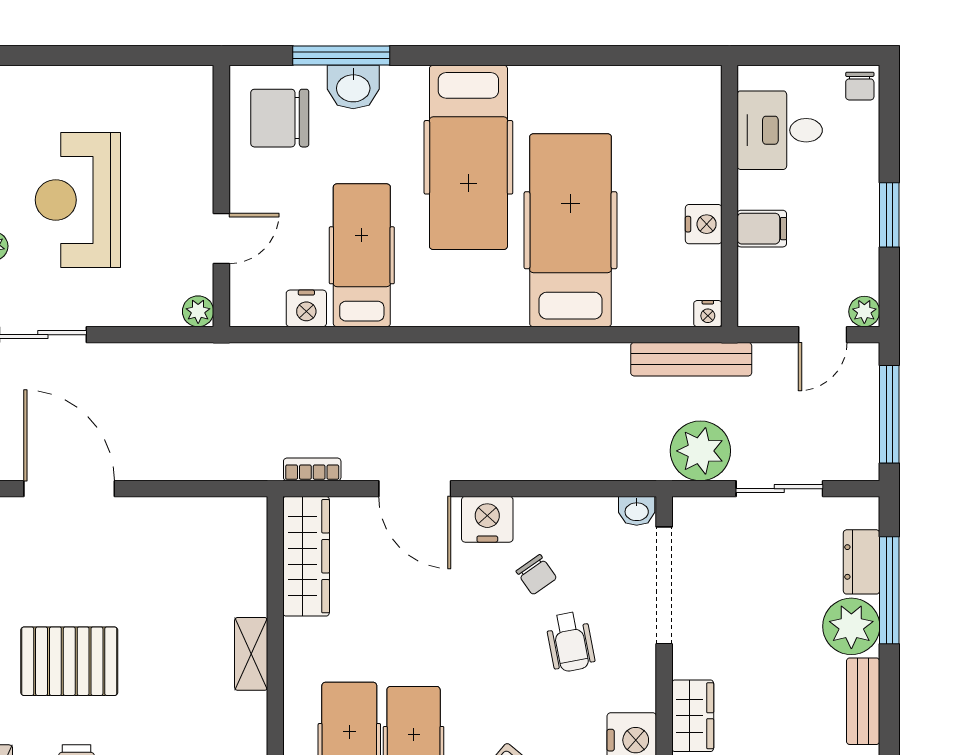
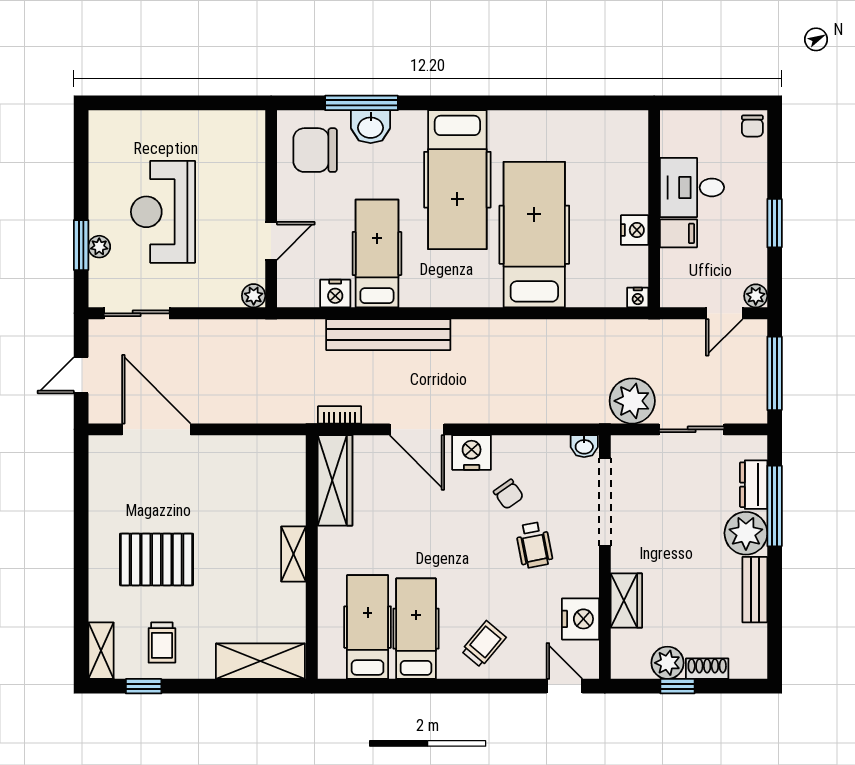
desk: (780, 130) -> (692, 187), moved
bench: (691, 359) -> (388, 335), moved, width x1.37, depth x1.21

